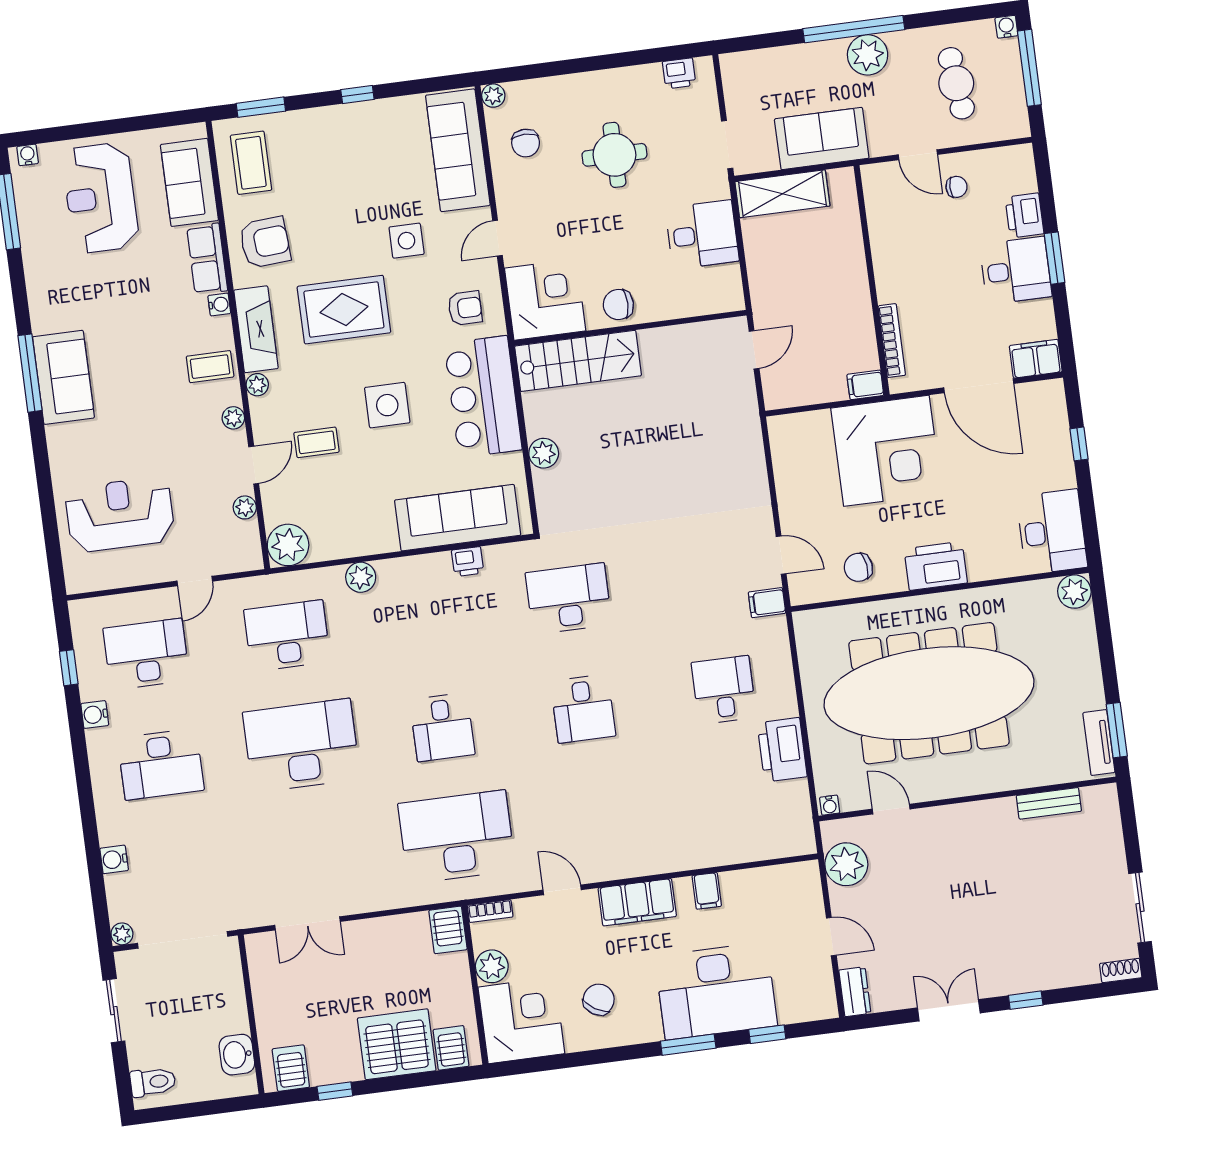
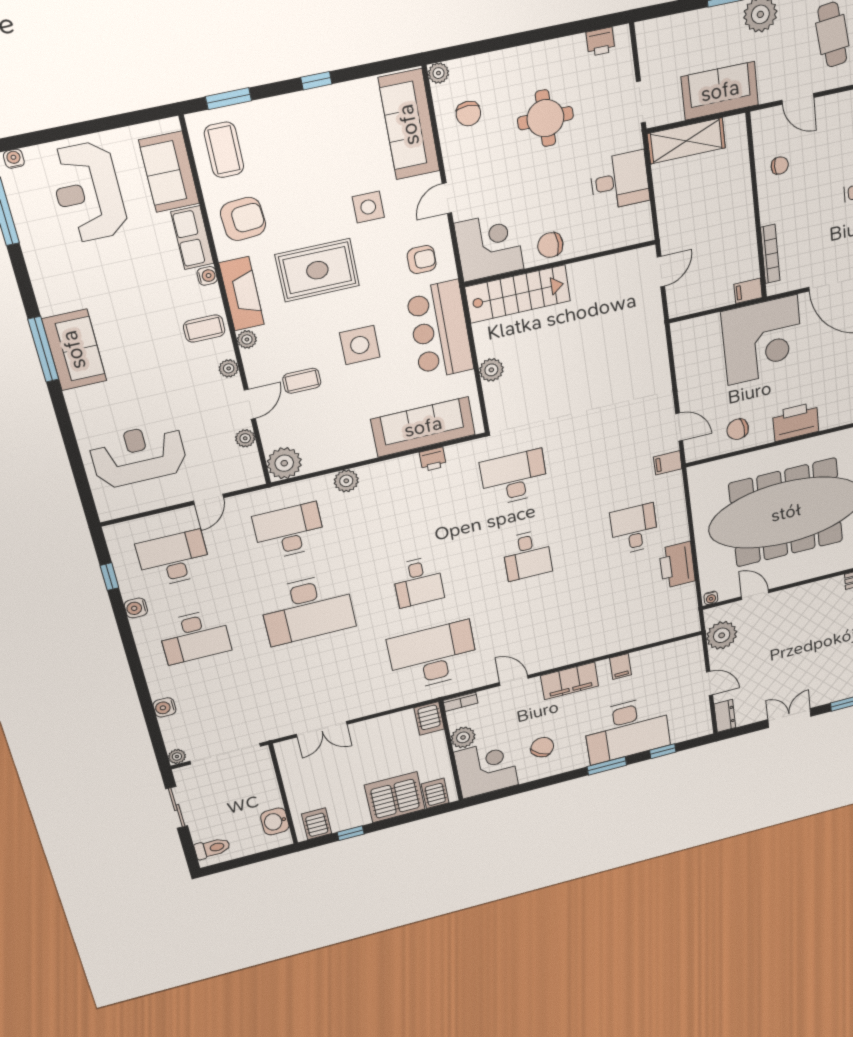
chair: (956, 187) -> (780, 166), moved
desk: (302, 746) -> (307, 609), turned 180

